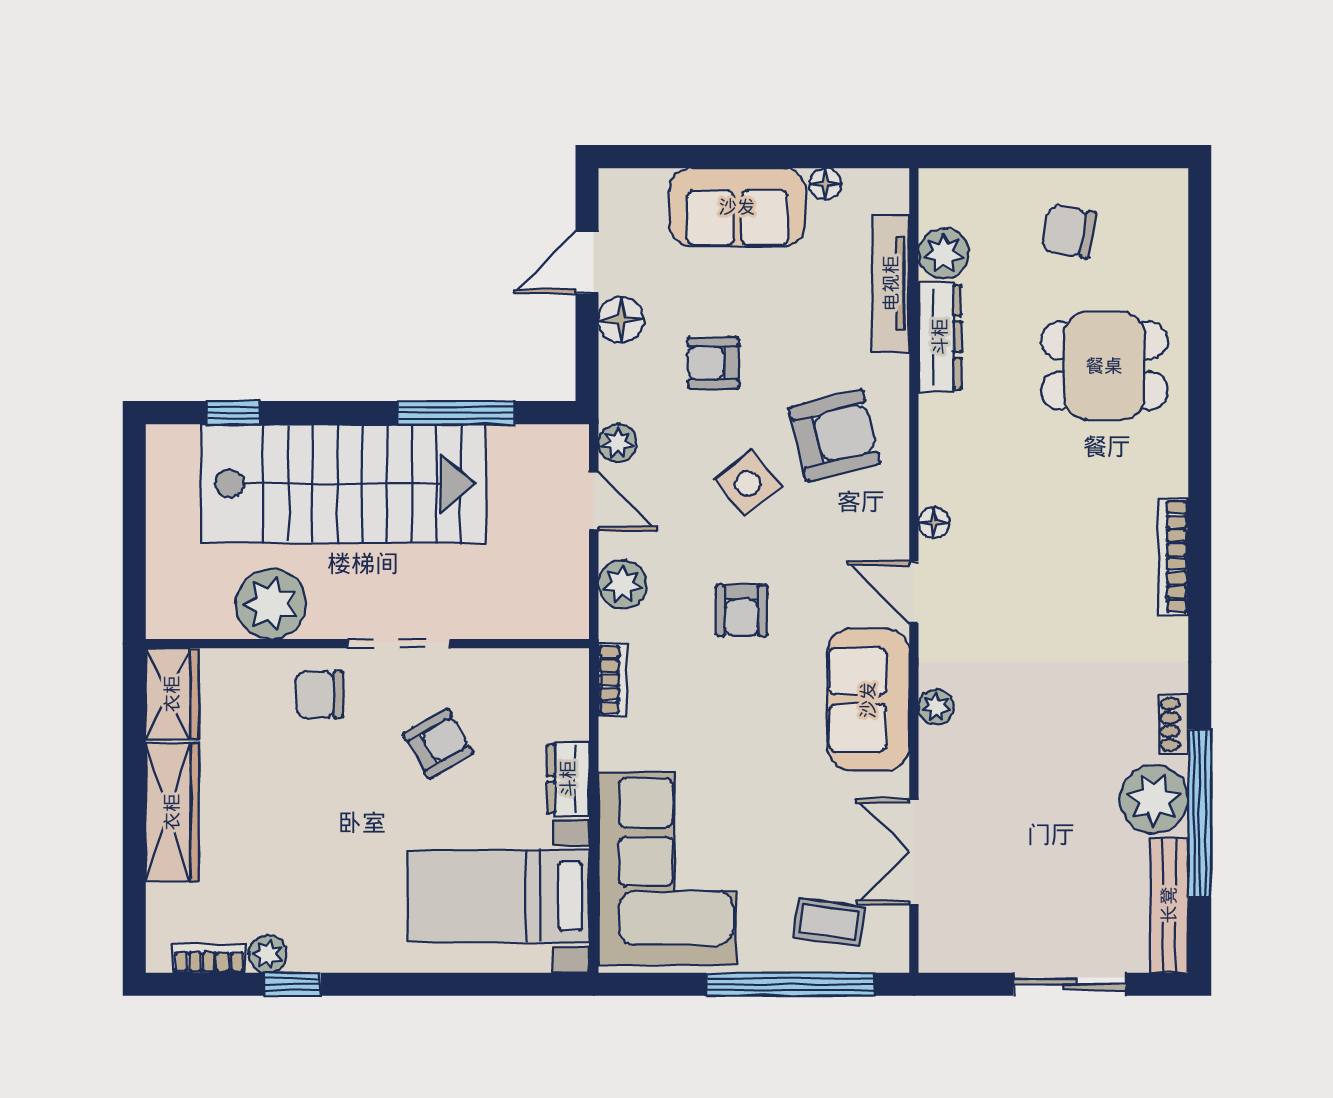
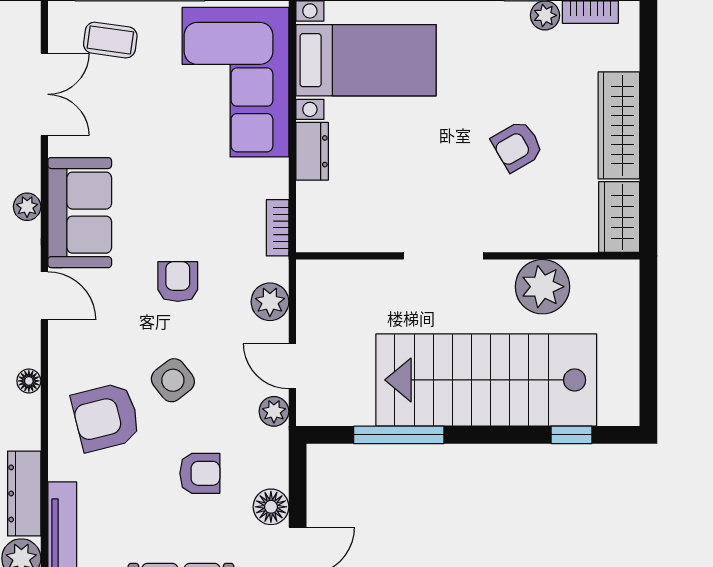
floor lamp: (934, 523) -> (29, 381), moved
chair: (319, 694) -> (505, 217), removed
armchair: (438, 744) -> (517, 146), moved

